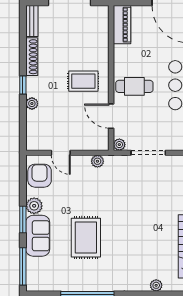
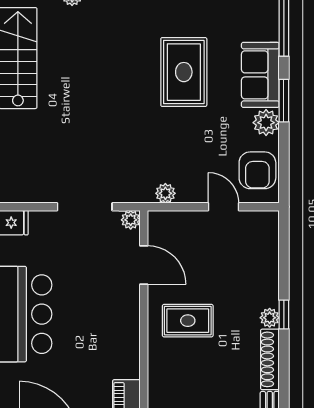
cafe table: (134, 86) -> (107, 312), removed
plant: (32, 104) -> (270, 318), moved

